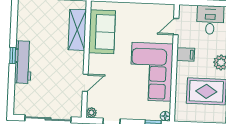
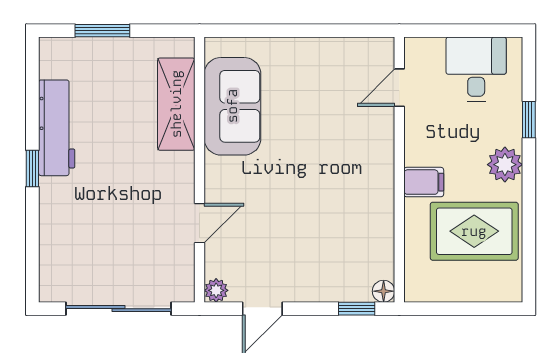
filing cabinet: (186, 54) -> (424, 182), moved
workbench: (23, 62) -> (57, 128), moved
corner sofa: (151, 72) -> (348, 192), removed

